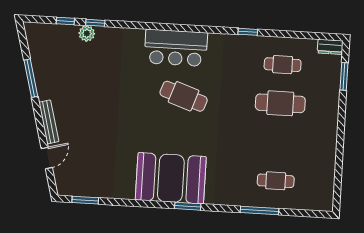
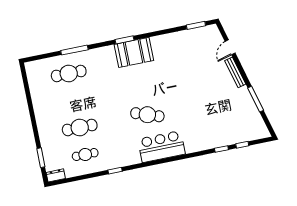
plant: (87, 33) -> (225, 140), removed
booth: (171, 178) -> (134, 52), width x0.73, depth x0.70
cafe table: (276, 181) -> (69, 73), width x1.37, depth x1.35

